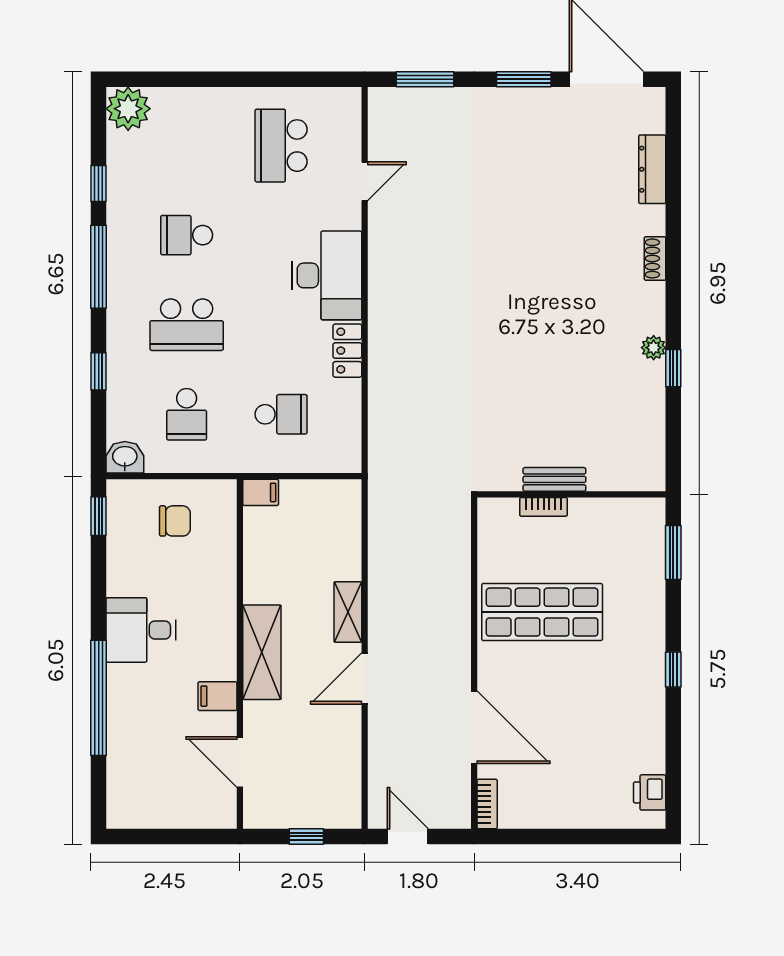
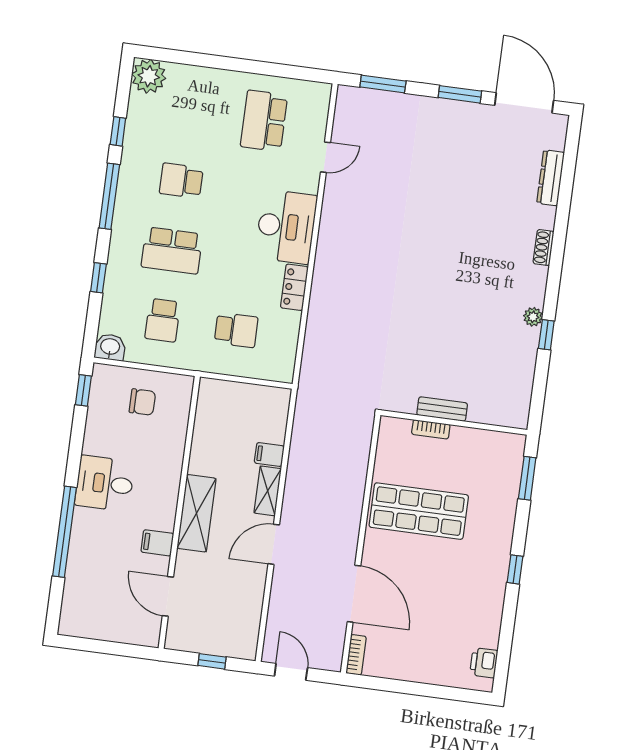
filing cabinet: (261, 492) -> (269, 455), moved, turned 180

